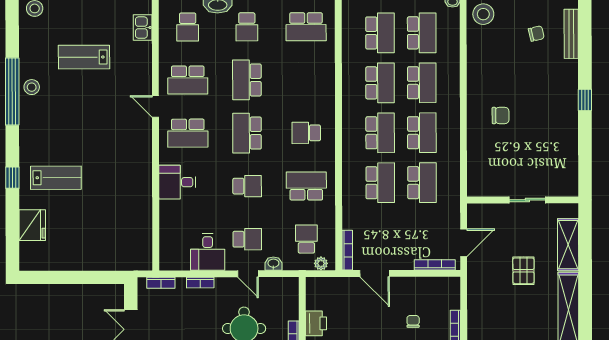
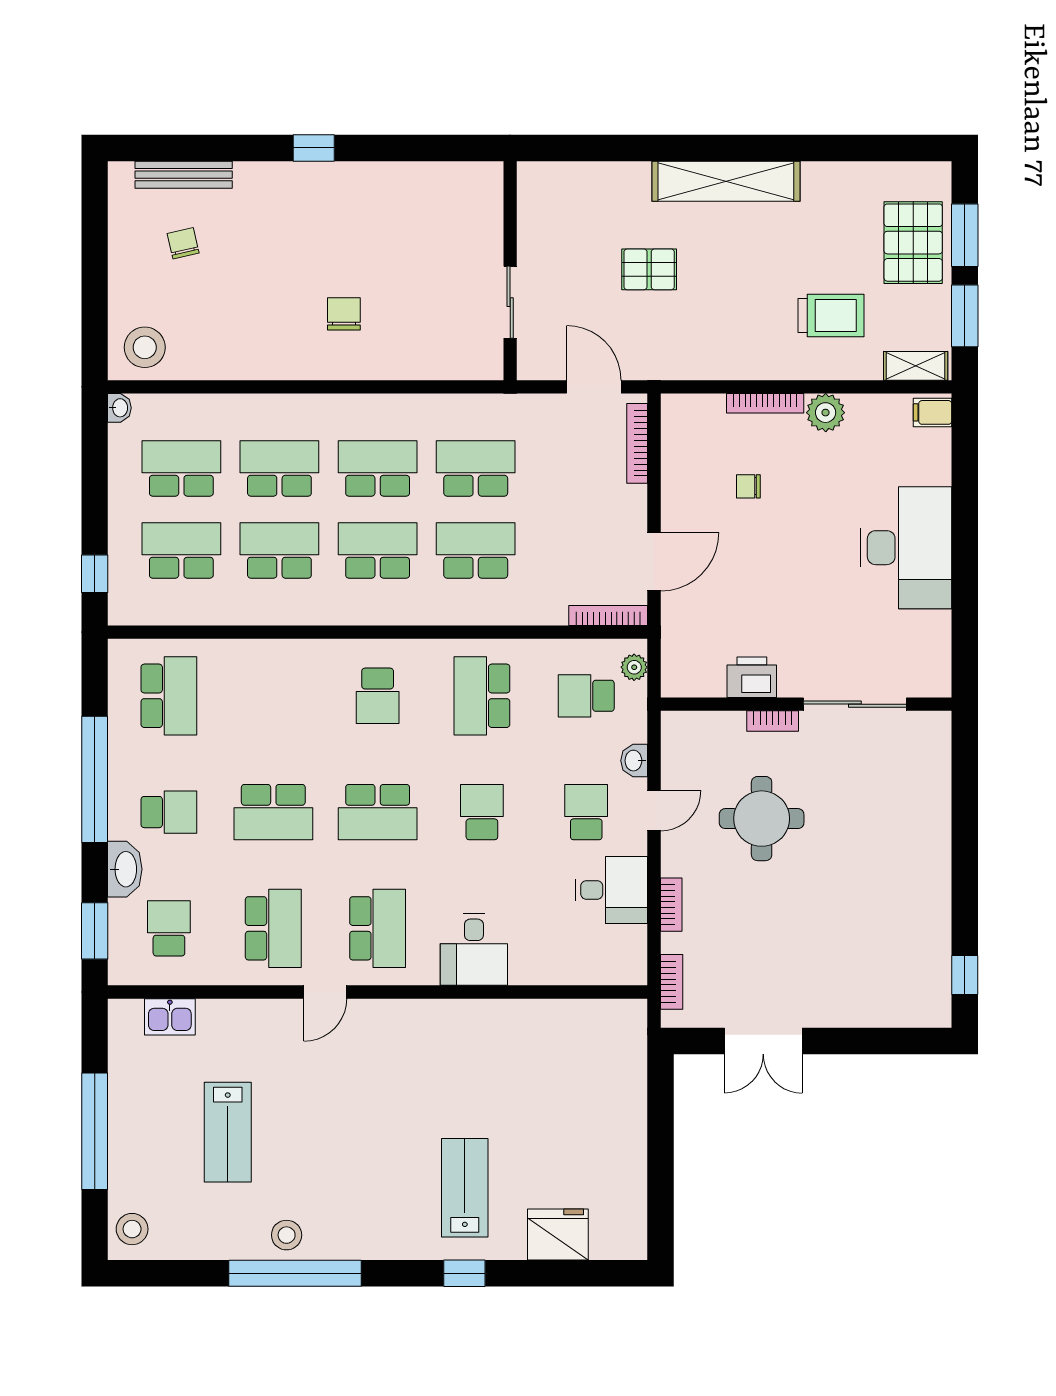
school desk: (188, 27) -> (169, 928), turned -90
sliding door: (527, 200) -> (510, 302), moved
shelving: (568, 245) -> (598, 182), removed

